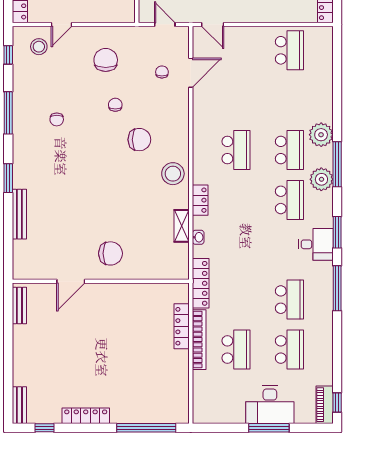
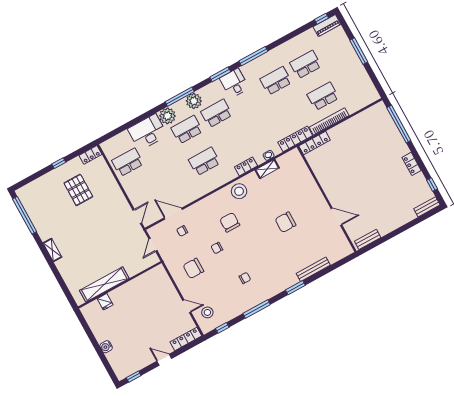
chair: (110, 253) -> (285, 222), moved, turned -90
locker: (182, 326) -> (315, 143), moved
desk: (270, 405) -> (148, 132), moved, turned -90
locker: (86, 416) -> (412, 164), width x0.66

